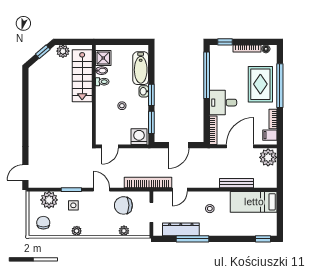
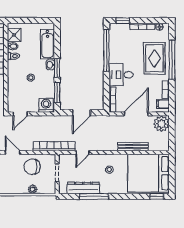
bed: (254, 202) -> (148, 173), width x2.04

